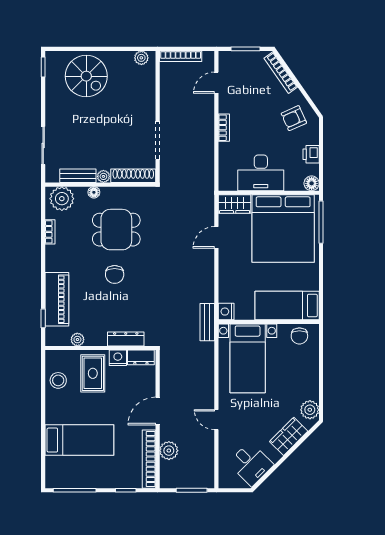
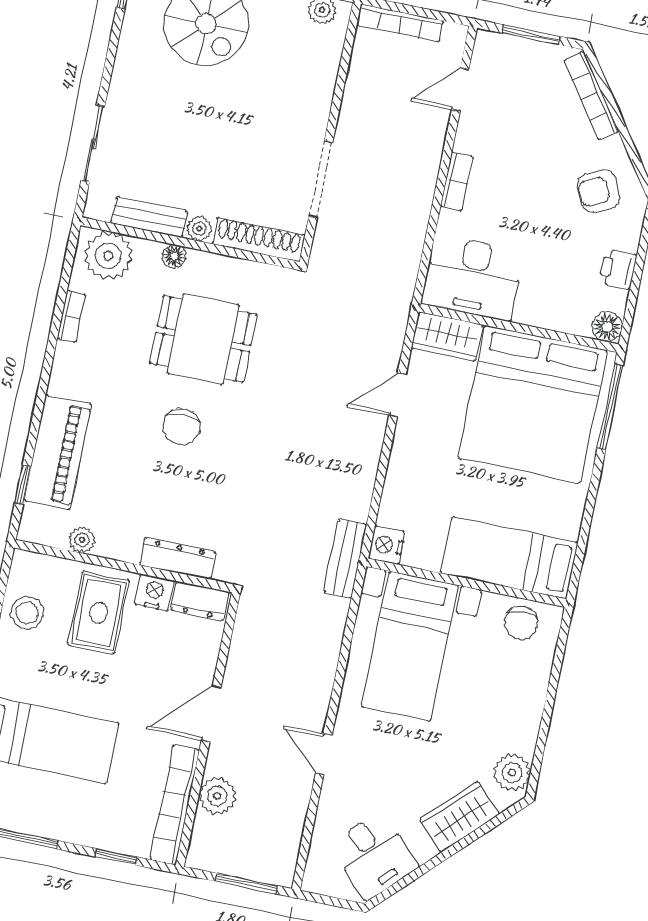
desk: (261, 173) -> (473, 277), moved

